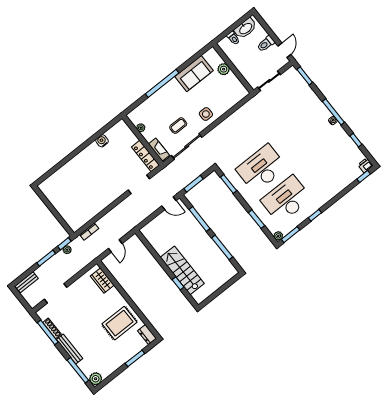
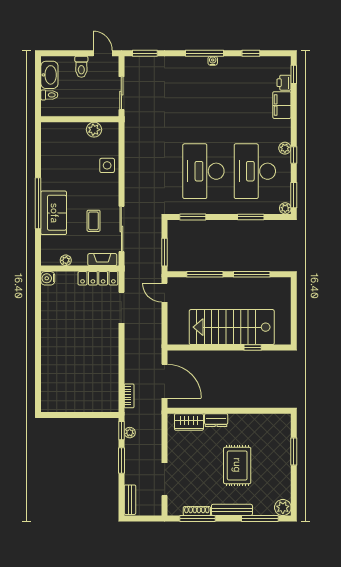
plant: (224, 69) -> (94, 130), moved
sofa: (194, 74) -> (54, 213), moved
side table: (206, 114) -> (107, 165), moved
water cooler: (102, 141) -> (48, 278), moved
printer: (365, 165) -> (284, 83), moved
filing cabinet: (339, 184) -> (282, 105), added
door: (169, 203) -> (165, 293), swing flipped
plant: (315, 207) -> (285, 148), added
door: (115, 246) -> (165, 381), width x1.87
stairs: (182, 270) -> (232, 327), width x1.36, depth x1.51
rug: (119, 323) -> (237, 465), moved
dresser: (147, 335) -> (216, 420), moved

